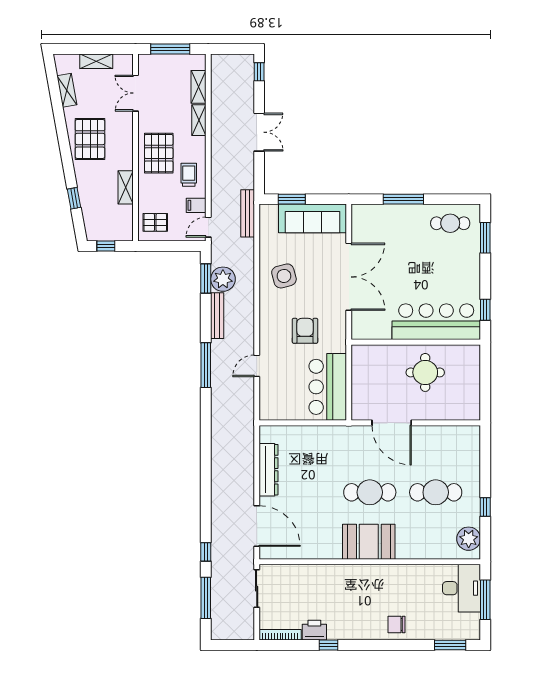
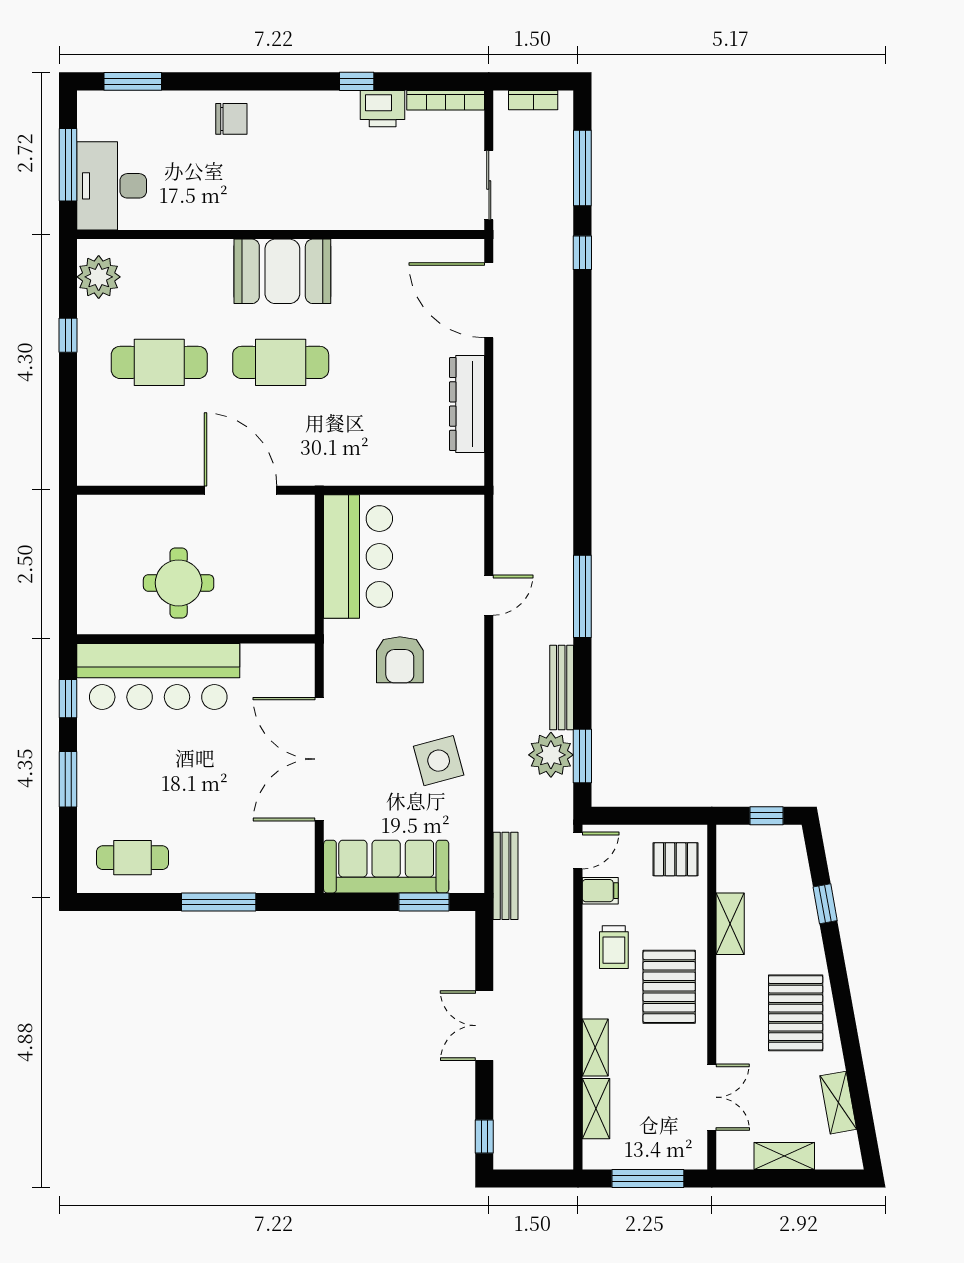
window: (485, 238) -> (68, 779), moved
bookcase: (233, 635) -> (533, 100), added

